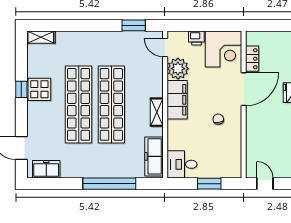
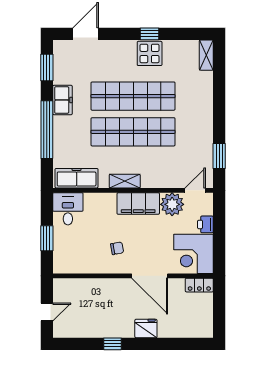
locker: (252, 59) -> (199, 285), moved
freezer: (46, 169) -> (62, 100), moved
window: (52, 184) -> (47, 67), added
door: (265, 184) -> (47, 312), moved

